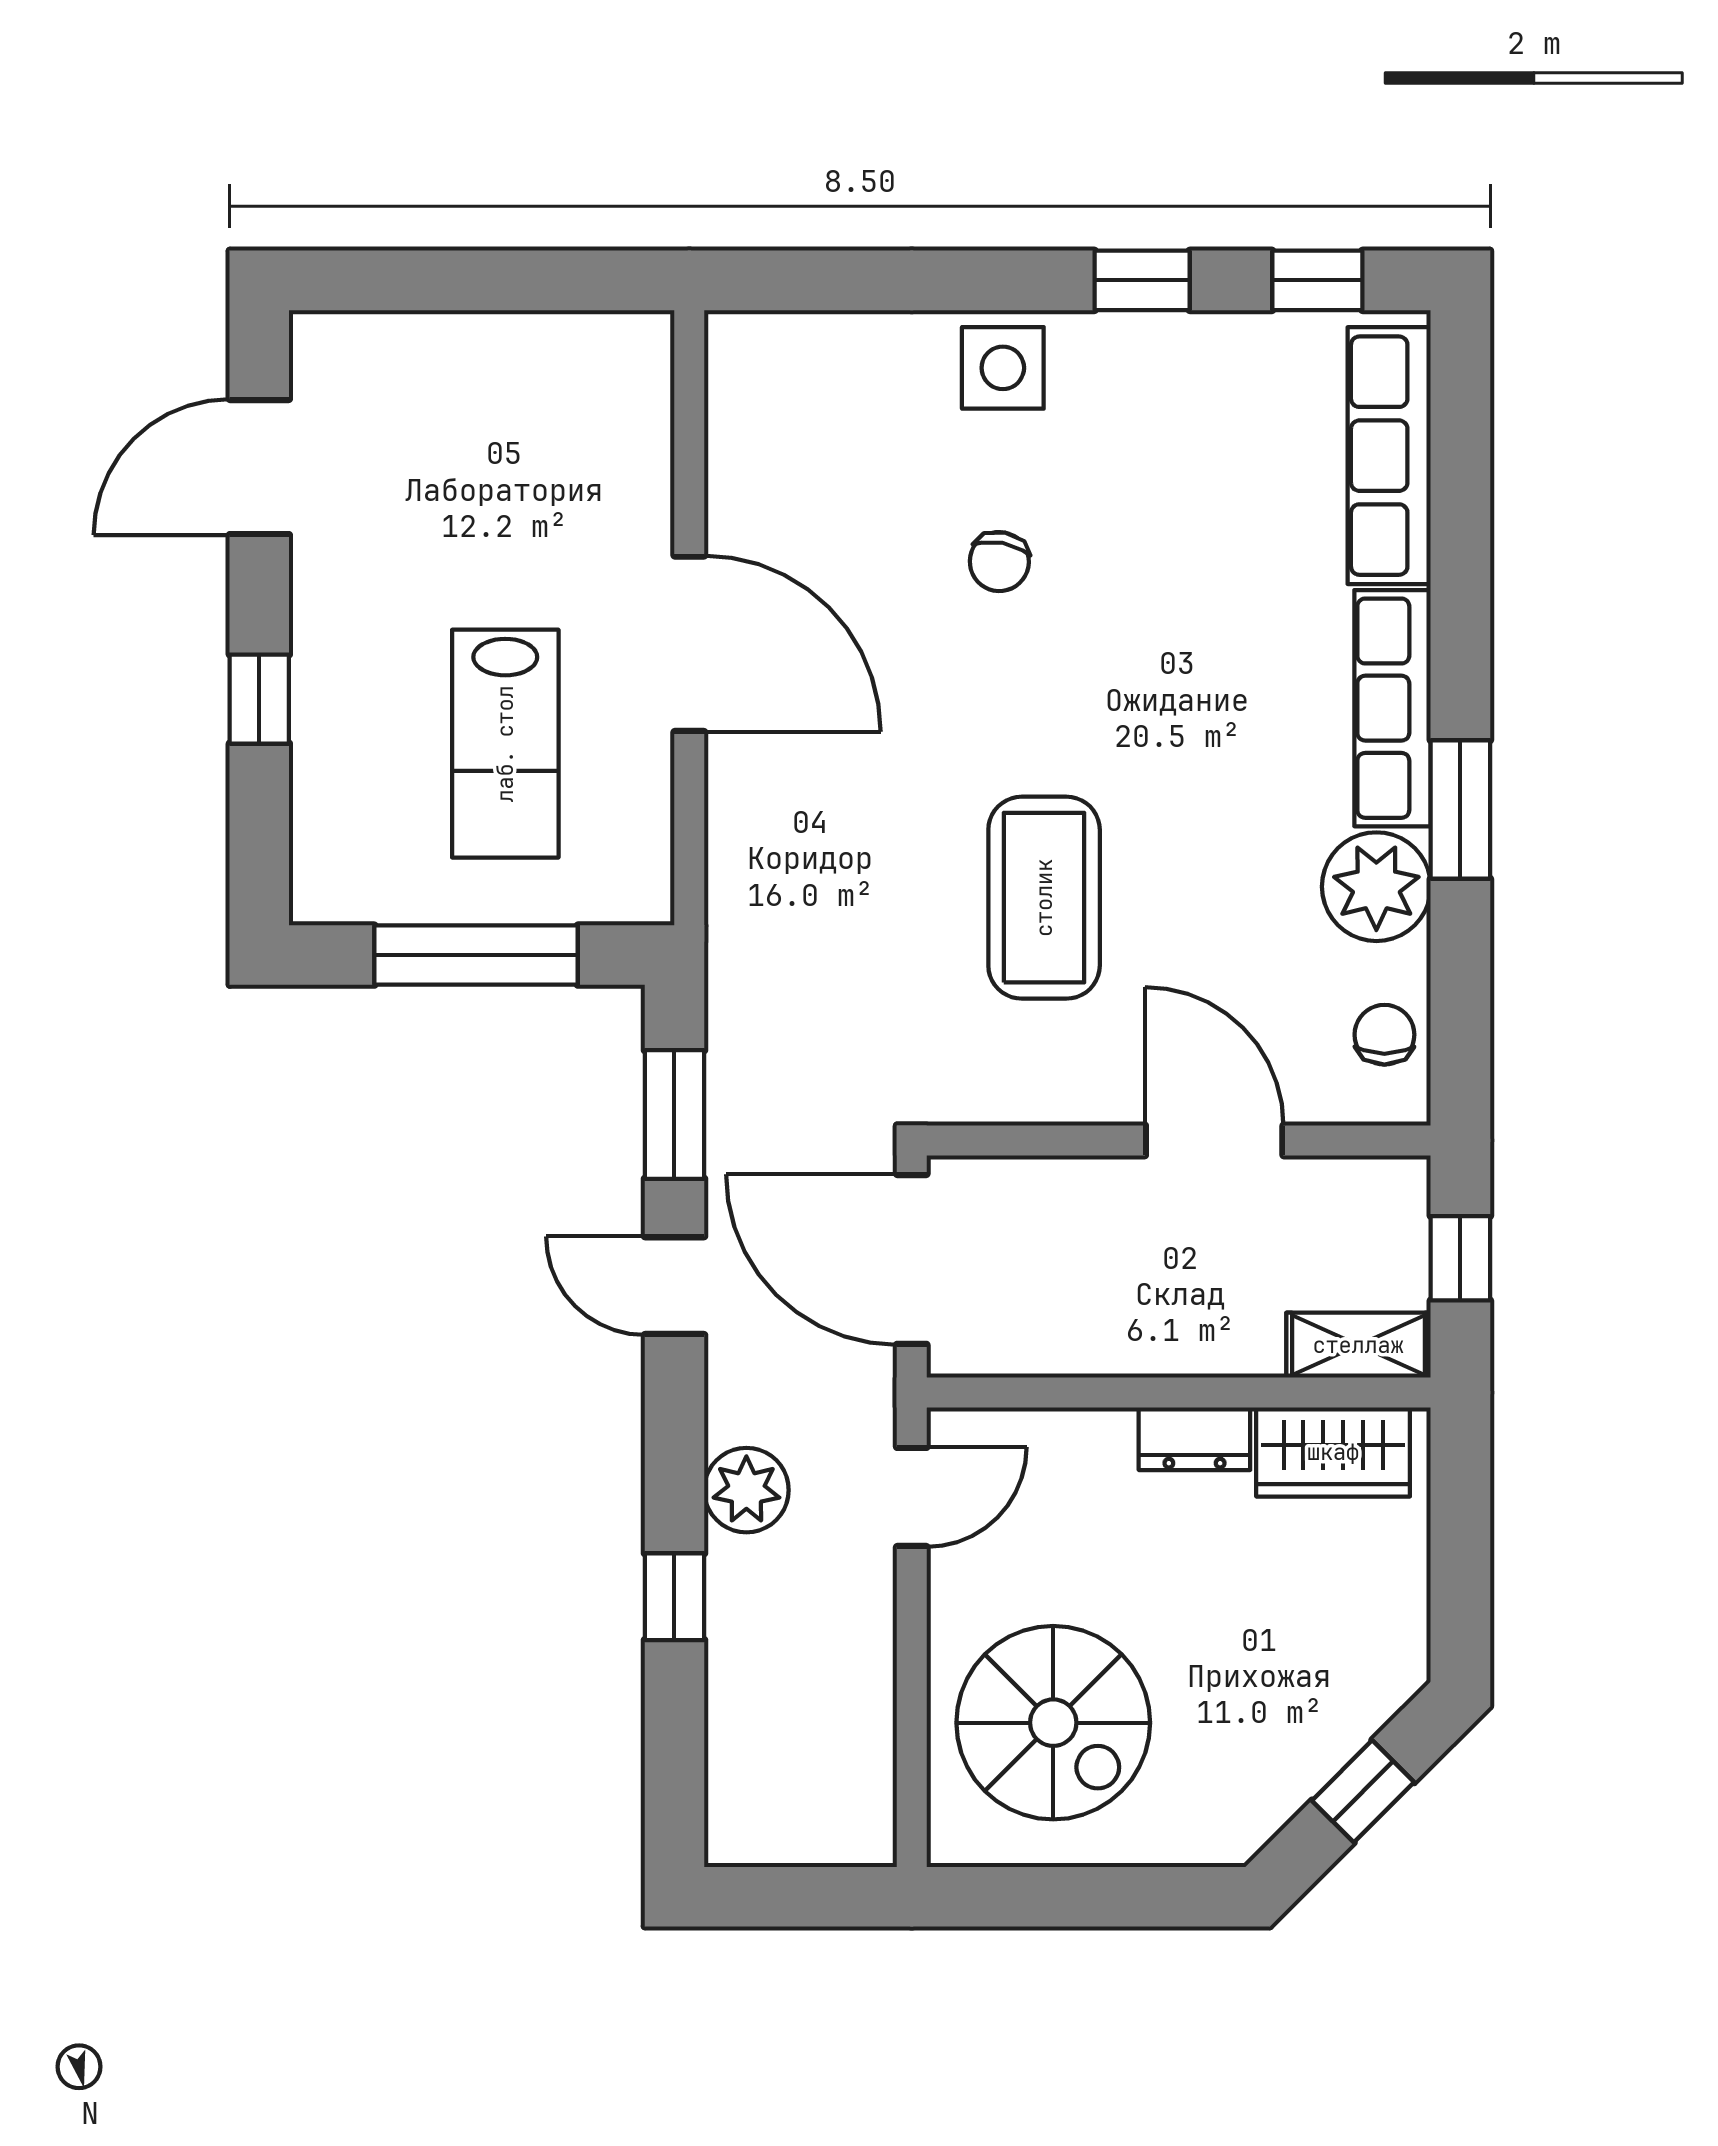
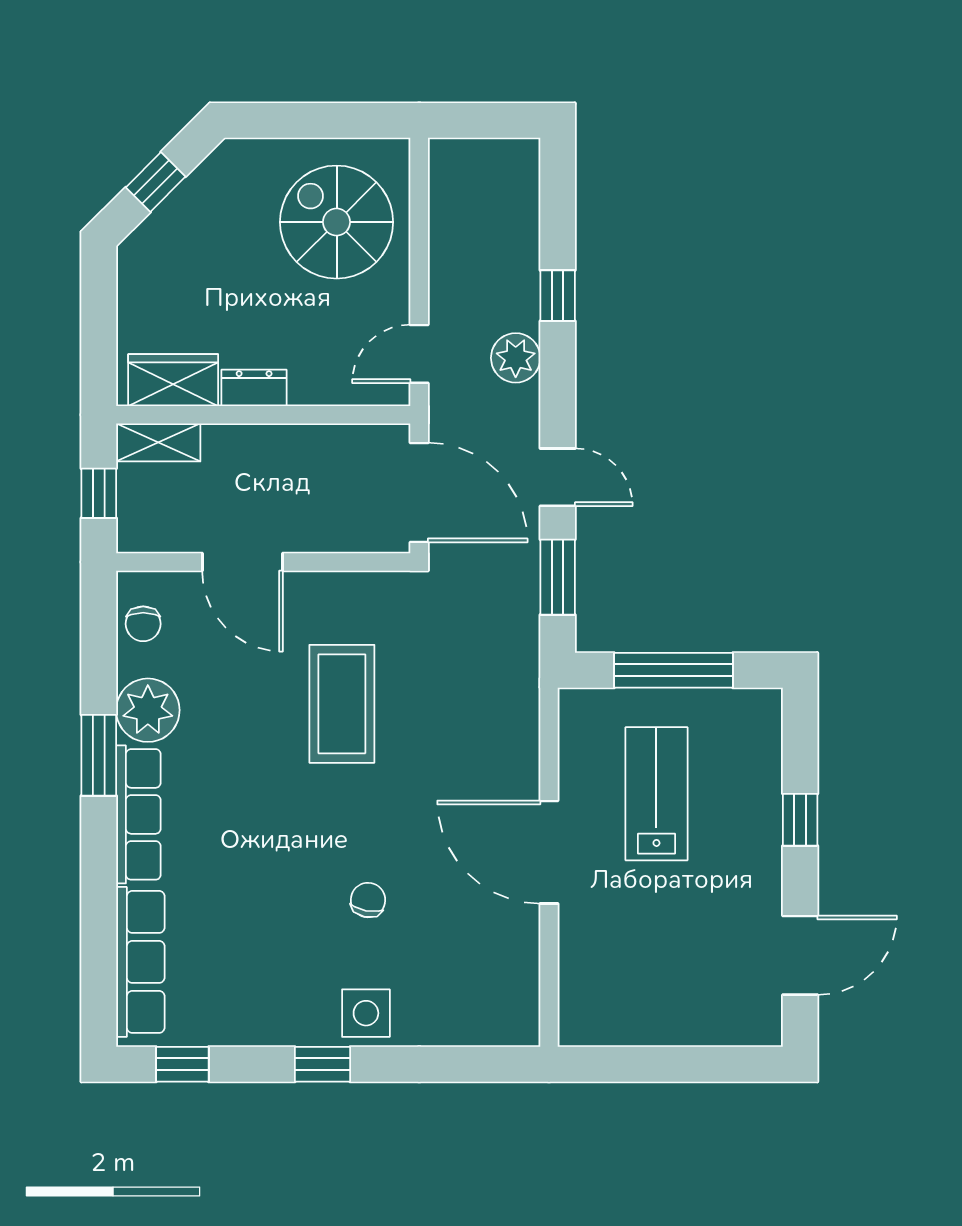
window: (1142, 280) -> (323, 1064), moved

